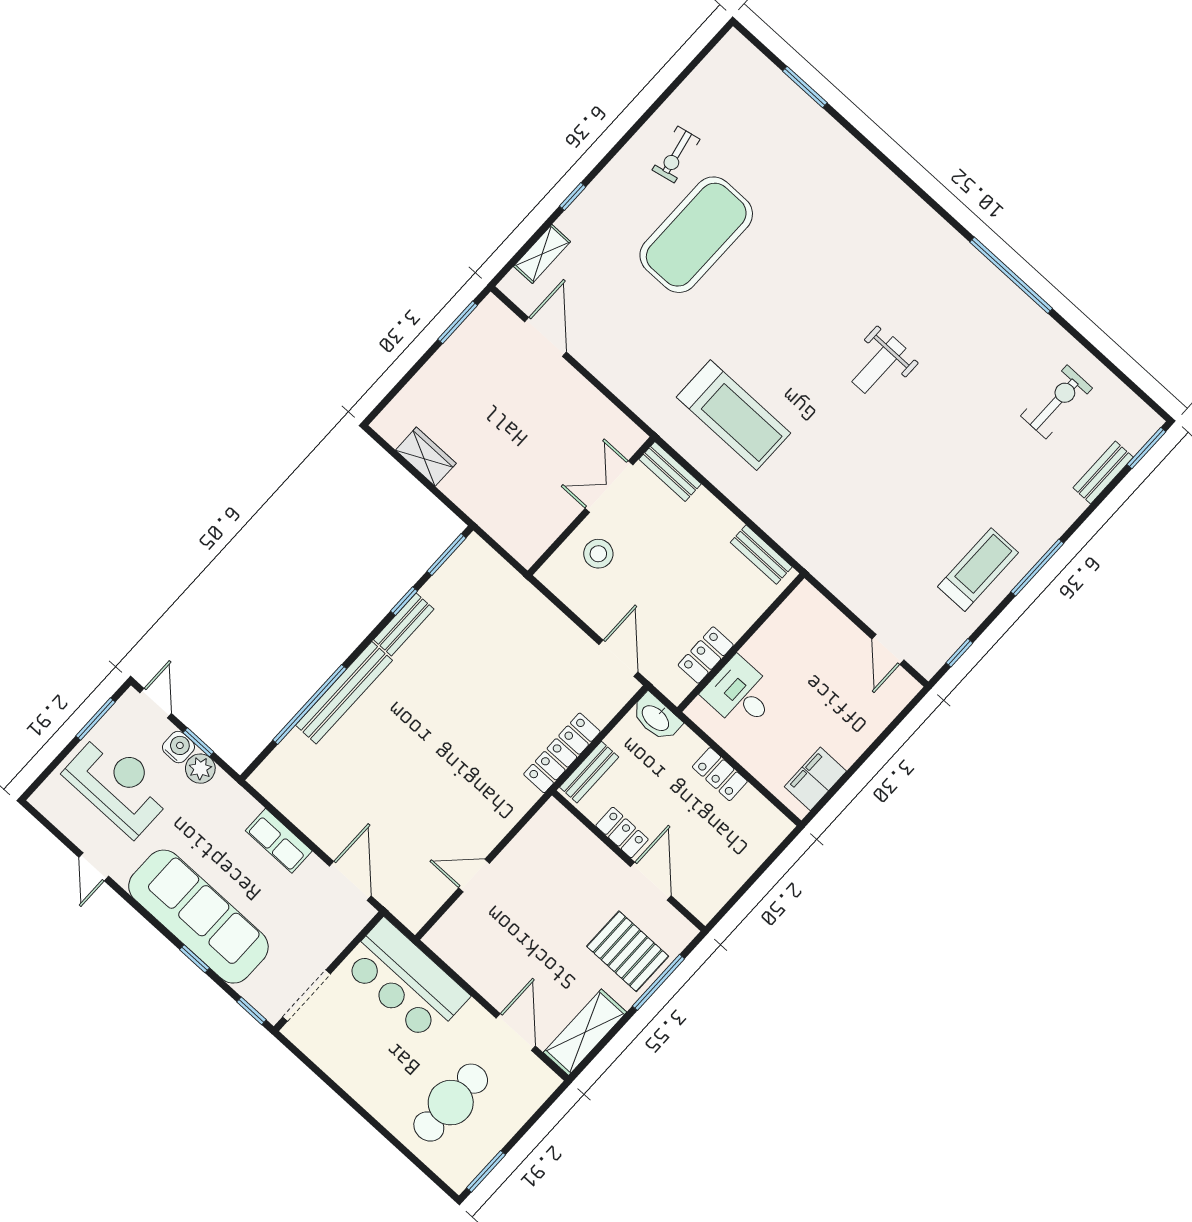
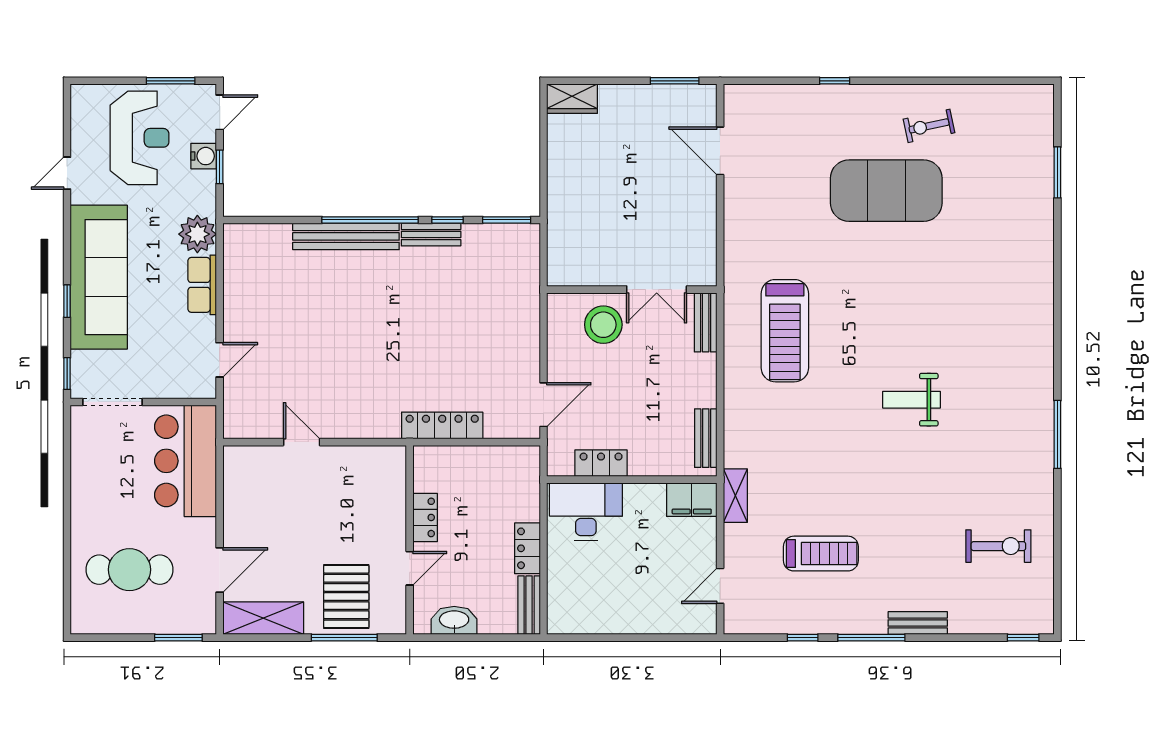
shelving: (542, 254) -> (735, 496), moved, turned 90
window: (1011, 275) -> (1057, 434), width x0.68
door: (546, 337) -> (720, 151), swing flipped
window: (1146, 448) -> (1023, 638), width x0.67
wardrobe: (426, 457) -> (572, 99), moved, turned 90
bench: (1103, 472) -> (918, 623), moved
double door: (609, 487) -> (657, 290), swing flipped
stool: (598, 554) -> (603, 325), width x1.38, depth x1.38
treadmill: (978, 570) -> (821, 554), moved
window: (959, 653) -> (803, 638), moved
desk: (740, 694) -> (586, 512), width x1.37
window: (310, 704) -> (370, 220), moved
washbasin: (656, 717) -> (454, 620), moved, turned 90
plant: (200, 769) -> (197, 234), moved, width x1.36, depth x1.36
bench: (589, 772) -> (529, 605), moved, turned 90
filing cabinet: (815, 779) -> (692, 500), moved, turned 180
door: (350, 881) -> (220, 360), width x0.73
door: (651, 881) -> (410, 568), width x0.73
window: (486, 1171) -> (178, 638), moved

